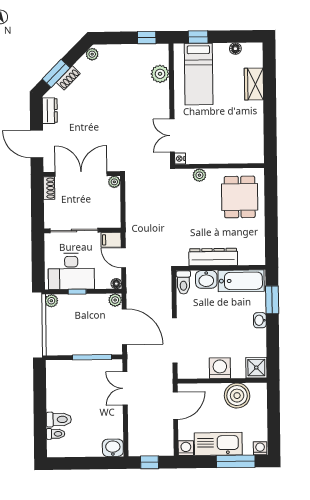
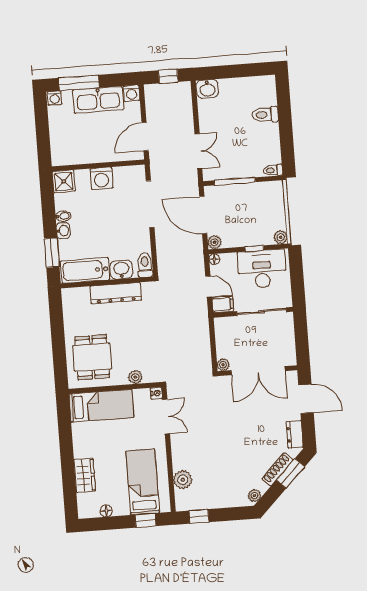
shoe rack: (68, 78) -> (278, 469), width x1.43
bed: (234, 150) -> (101, 406), added
shoe rack: (49, 188) -> (290, 354), removed
bidet: (259, 334) -> (63, 216), added
boiler: (237, 396) -> (82, 151), removed
toilet: (56, 434) -> (273, 170), moved

